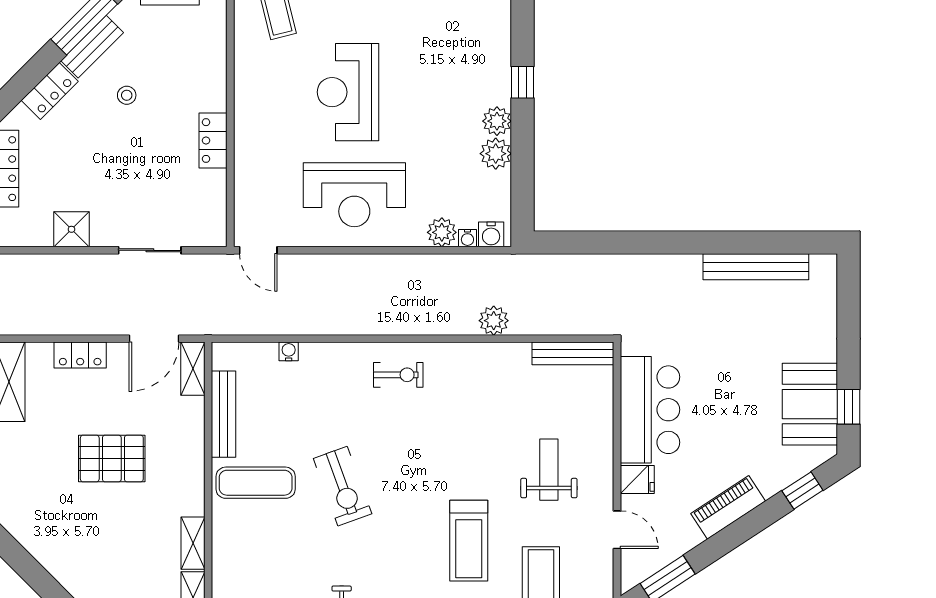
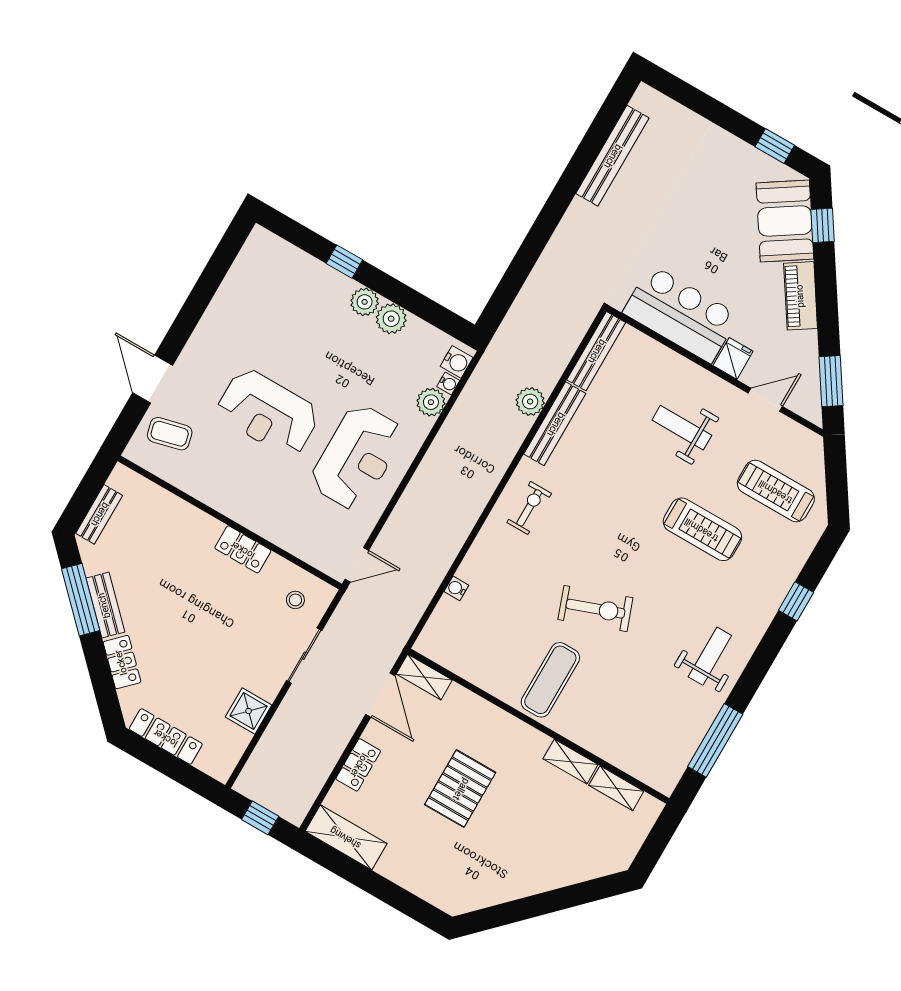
stool: (127, 95) -> (295, 600), moved
booth: (810, 404) -> (785, 221), moved, turned 57
bench: (224, 414) -> (555, 424), moved, turned 90

